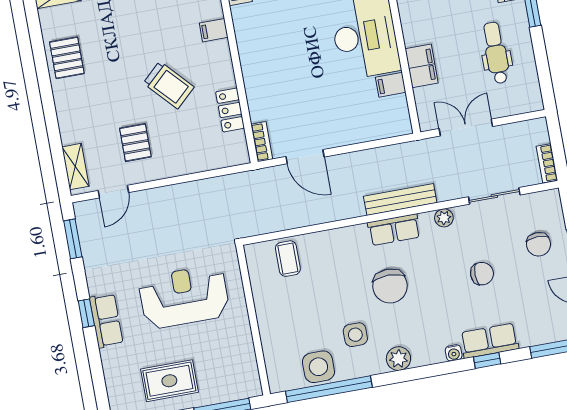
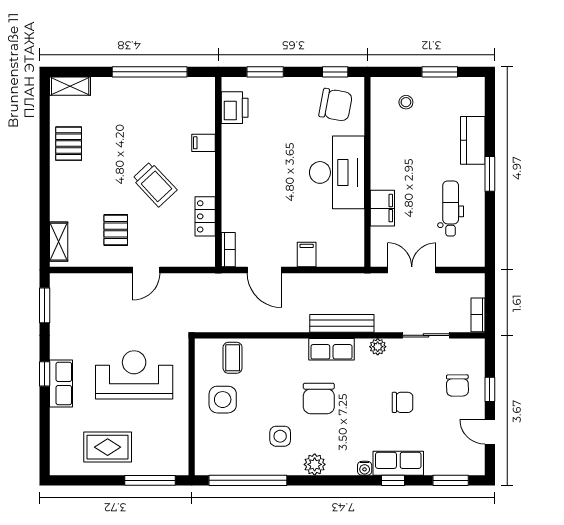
filing cabinet: (391, 85) -> (307, 255), moved, turned 90
door: (113, 192) -> (146, 270), moved
side table: (318, 367) -> (223, 400), moved

